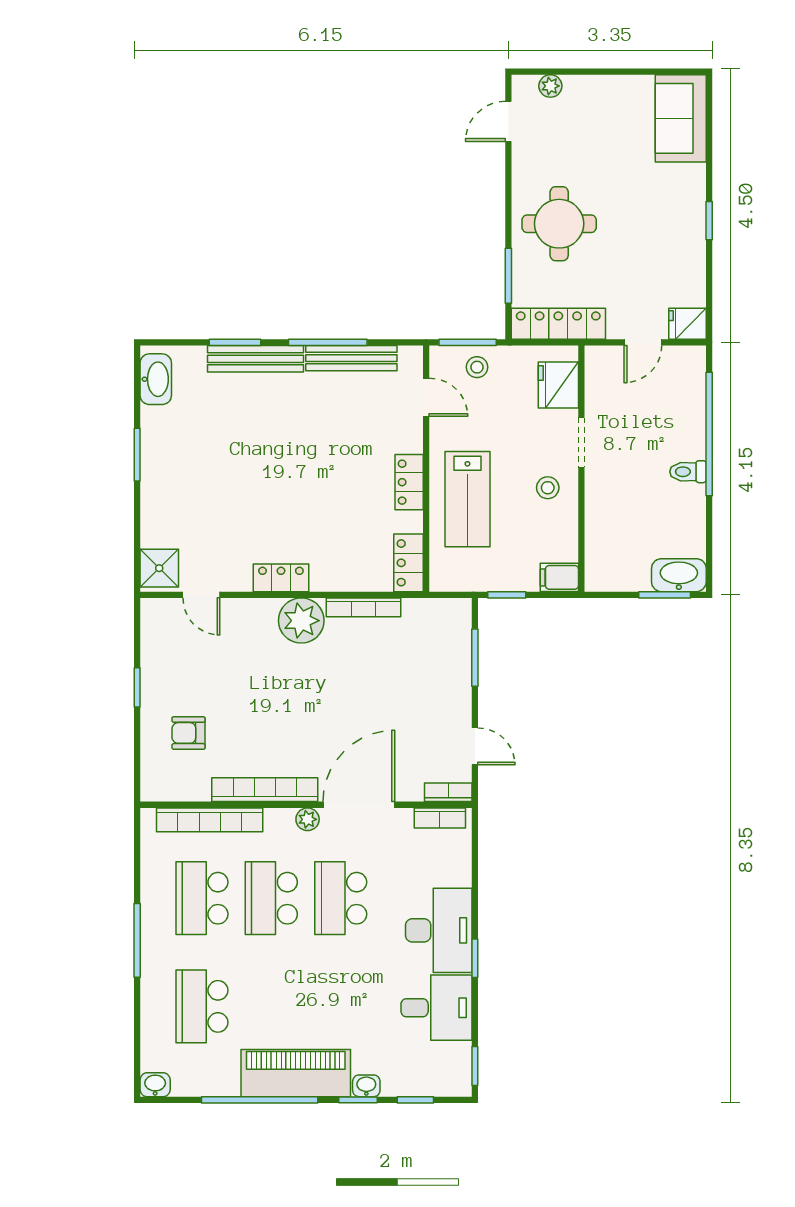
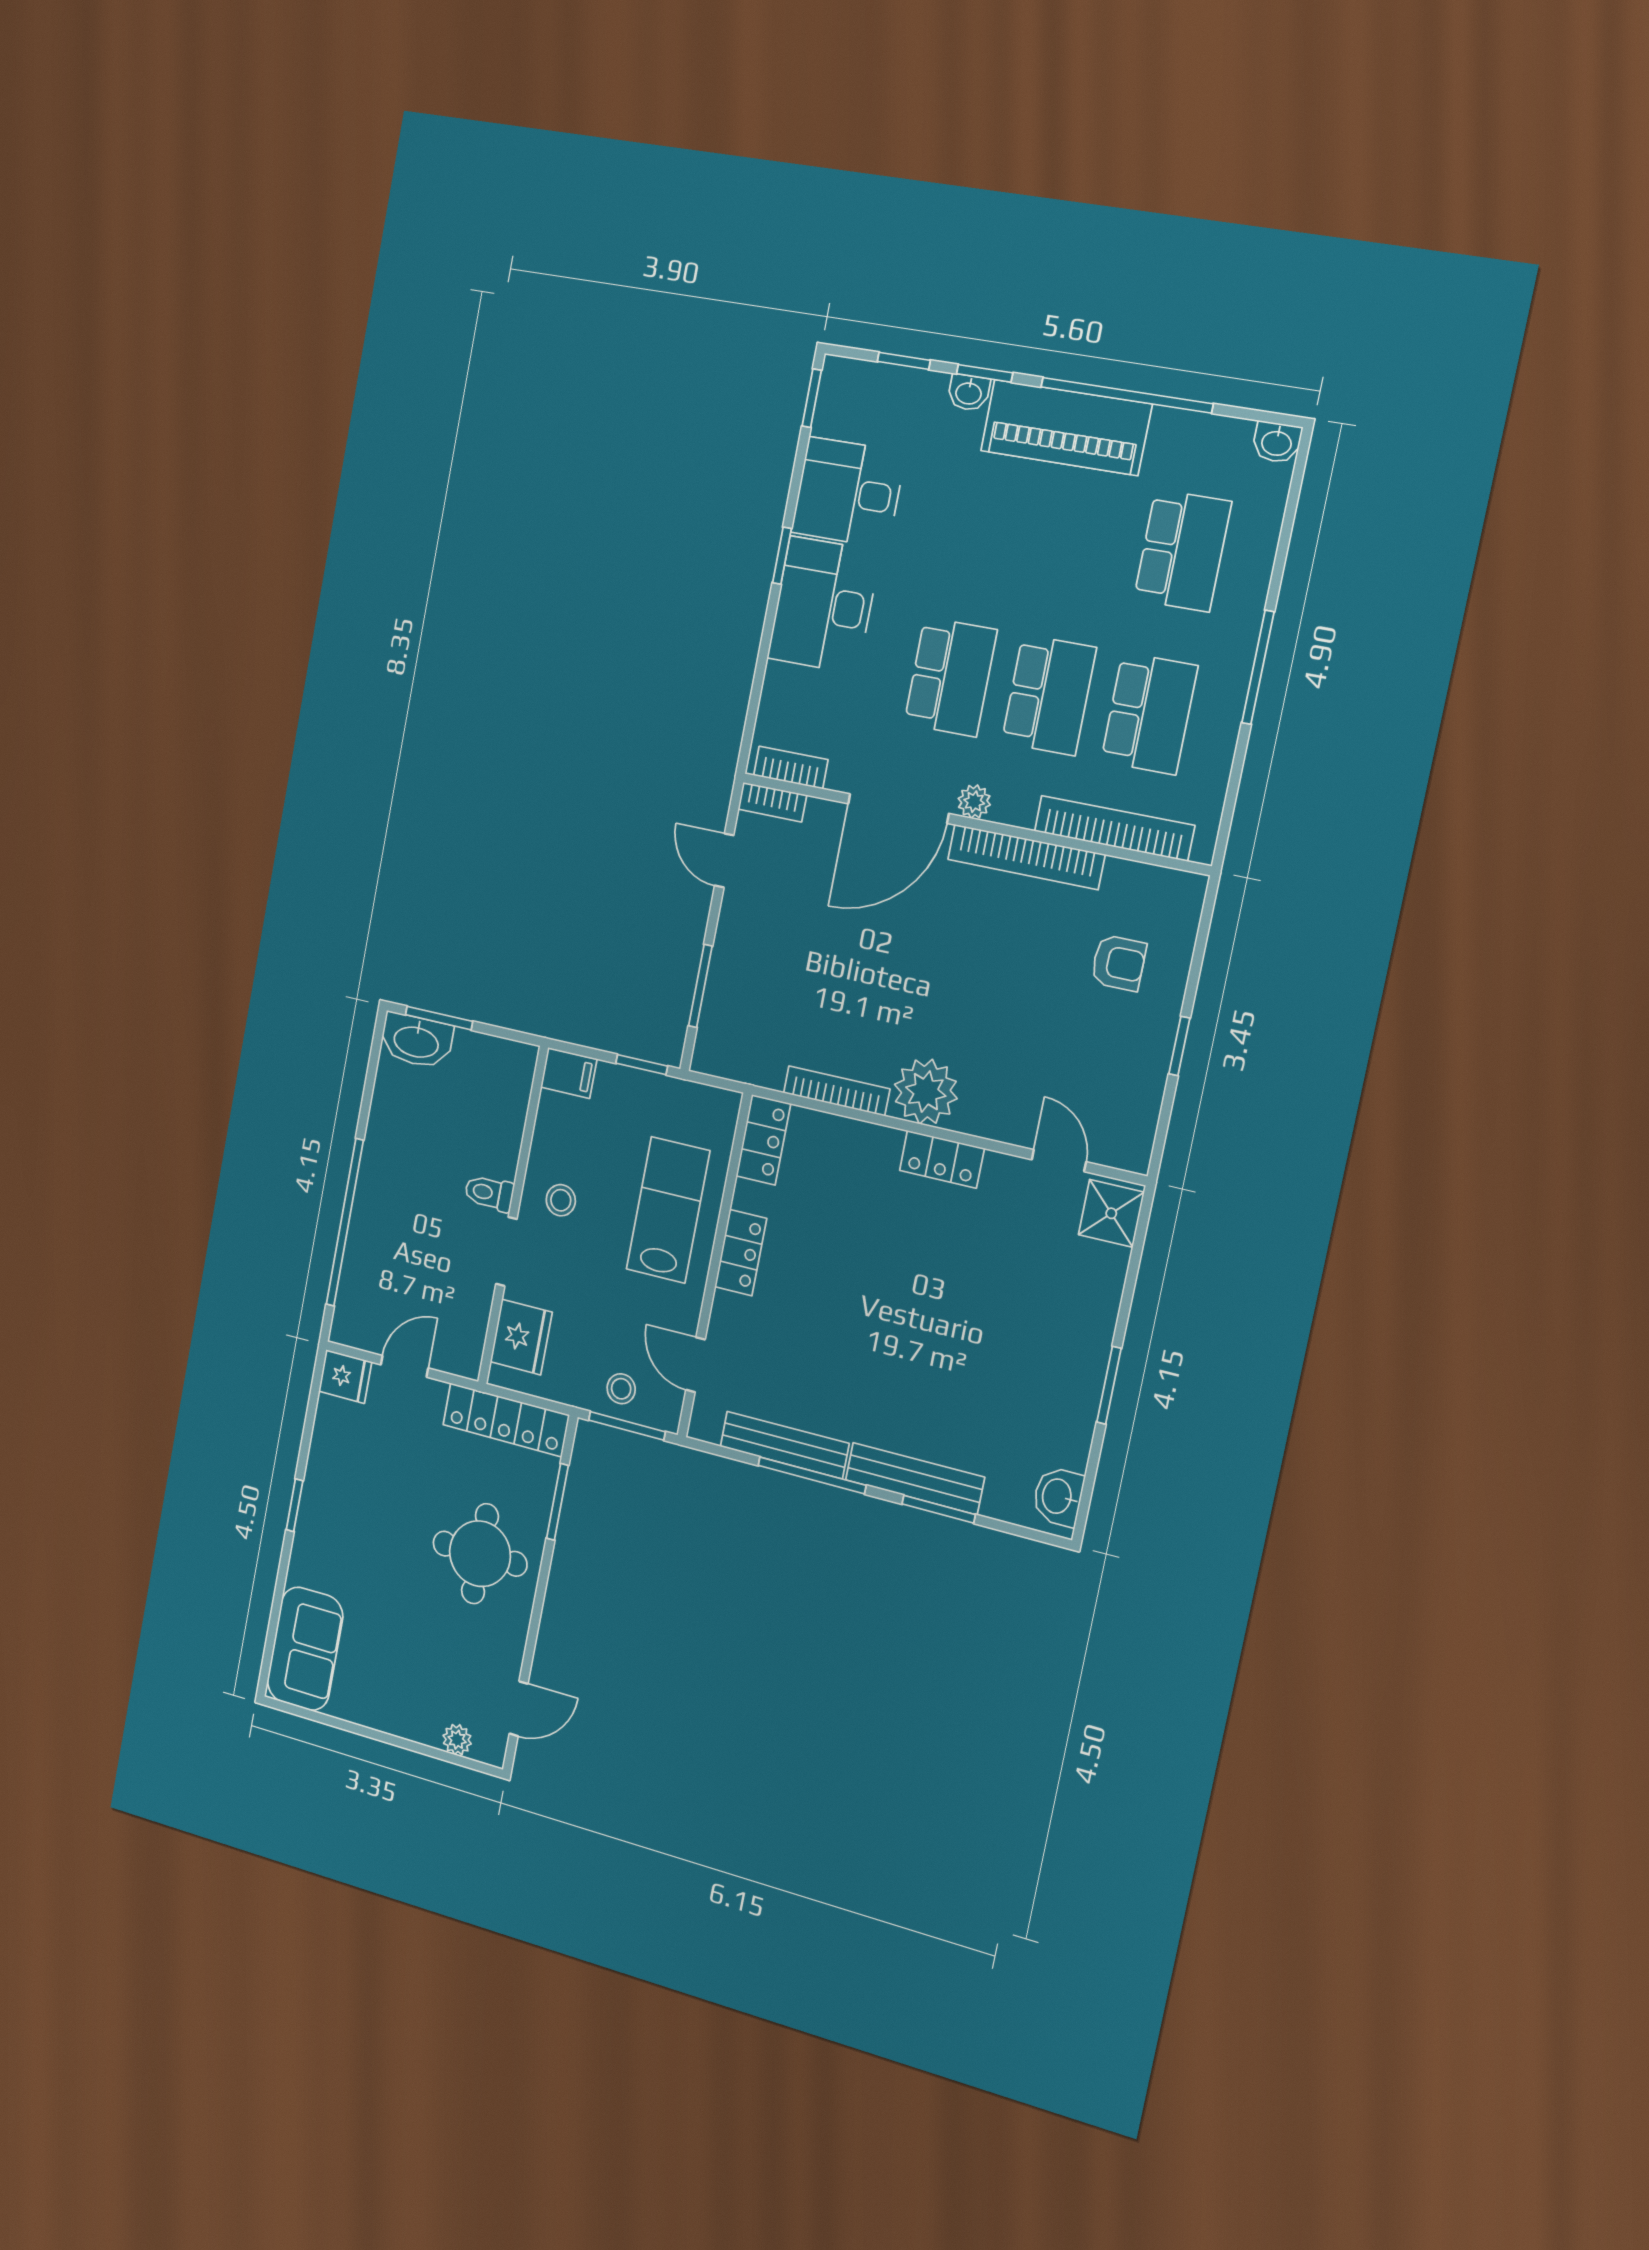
washbasin: (156, 379) -> (1058, 1496), width x0.72
toilet: (688, 472) -> (489, 1193), moved, turned 180

